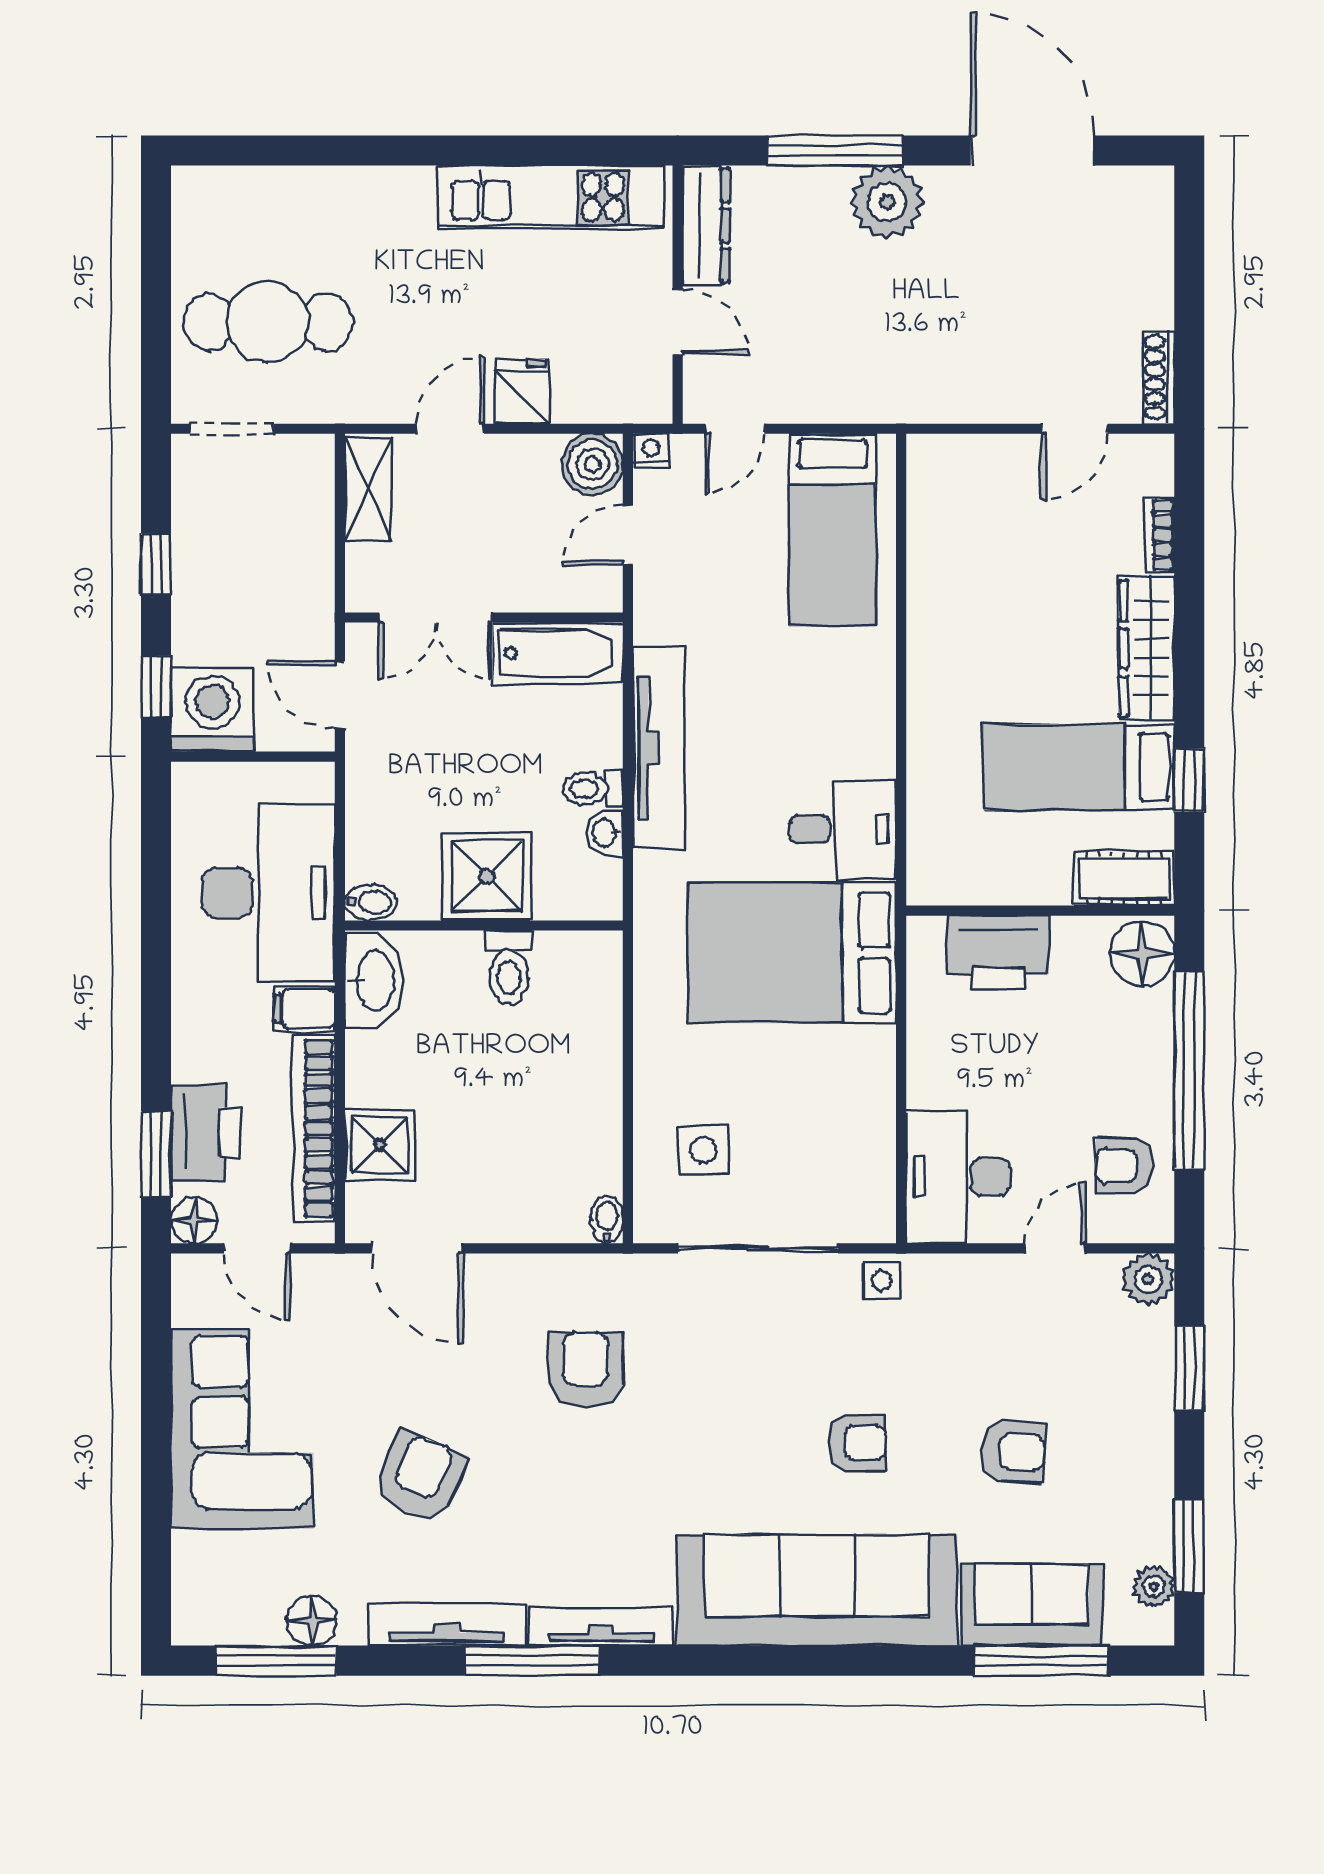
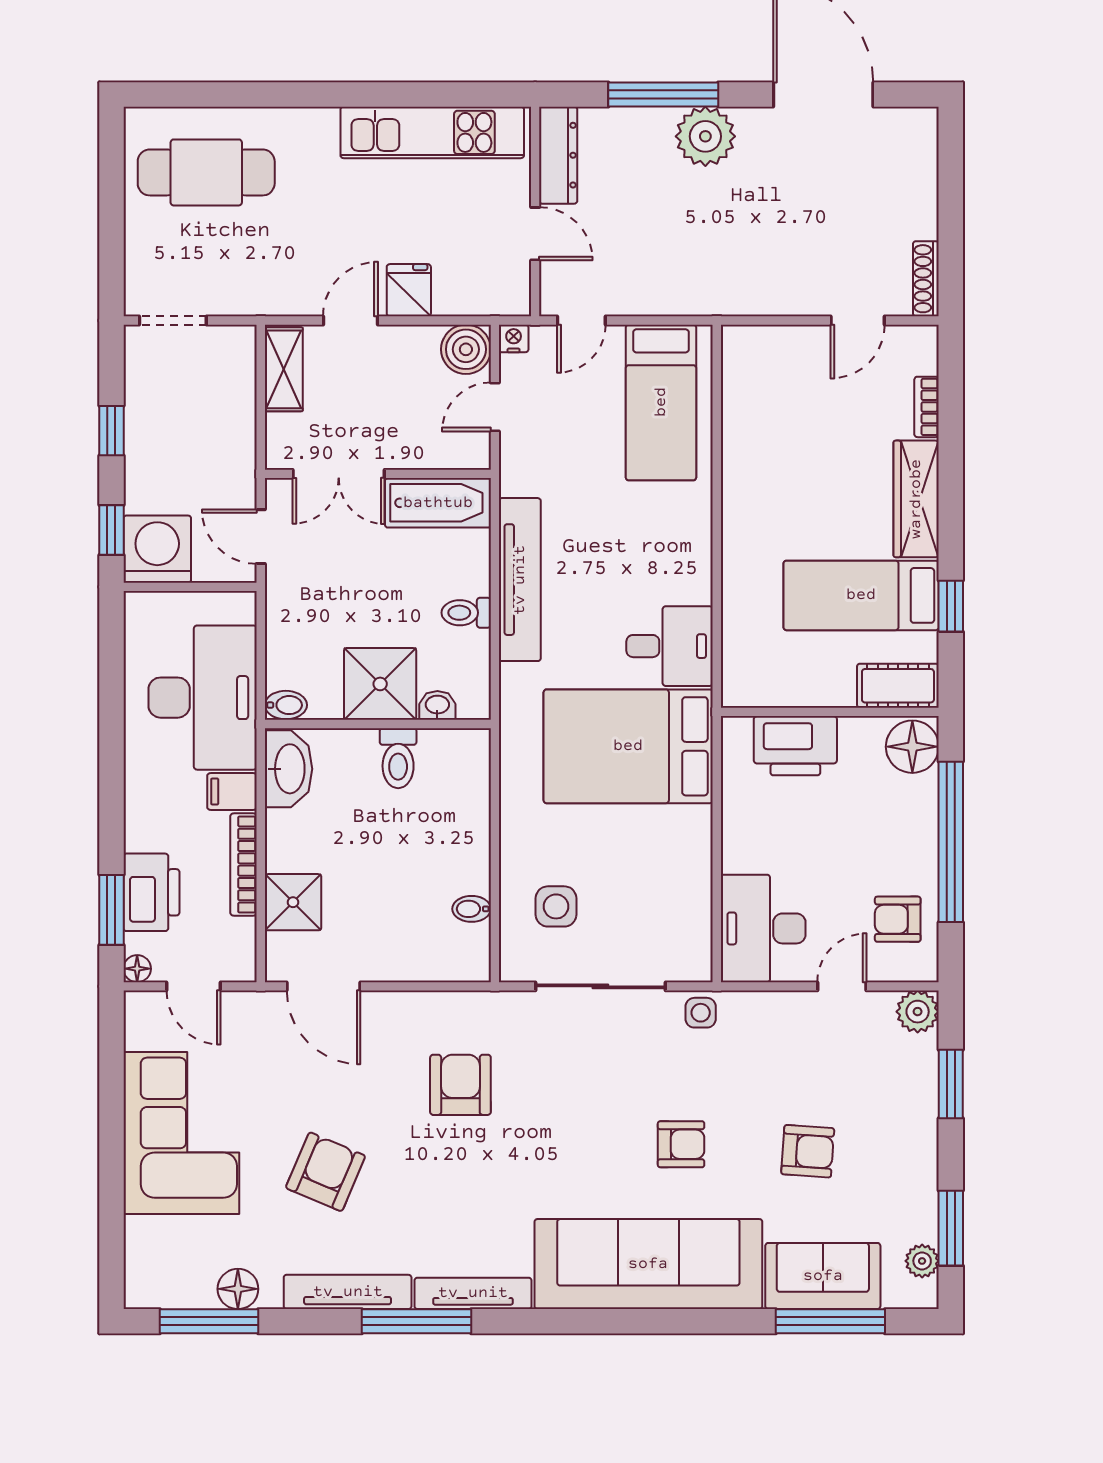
cafe table: (268, 322) -> (206, 172), moved
washbasin: (605, 833) -> (437, 705), moved, turned 90
bookcase: (314, 1129) -> (244, 864), width x0.68, depth x0.76
floor lamp: (194, 1220) -> (137, 969), width x0.73, depth x0.73
bidet: (607, 1220) -> (472, 909), moved, turned -90

